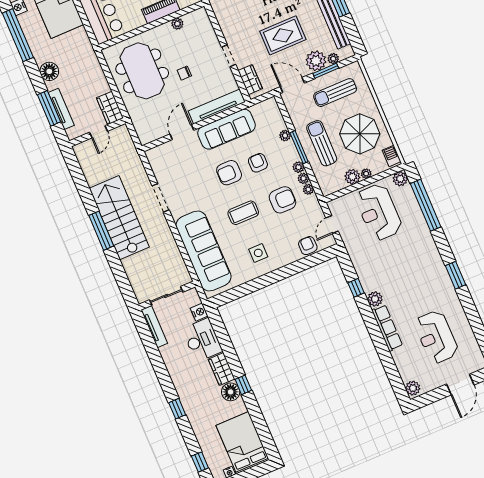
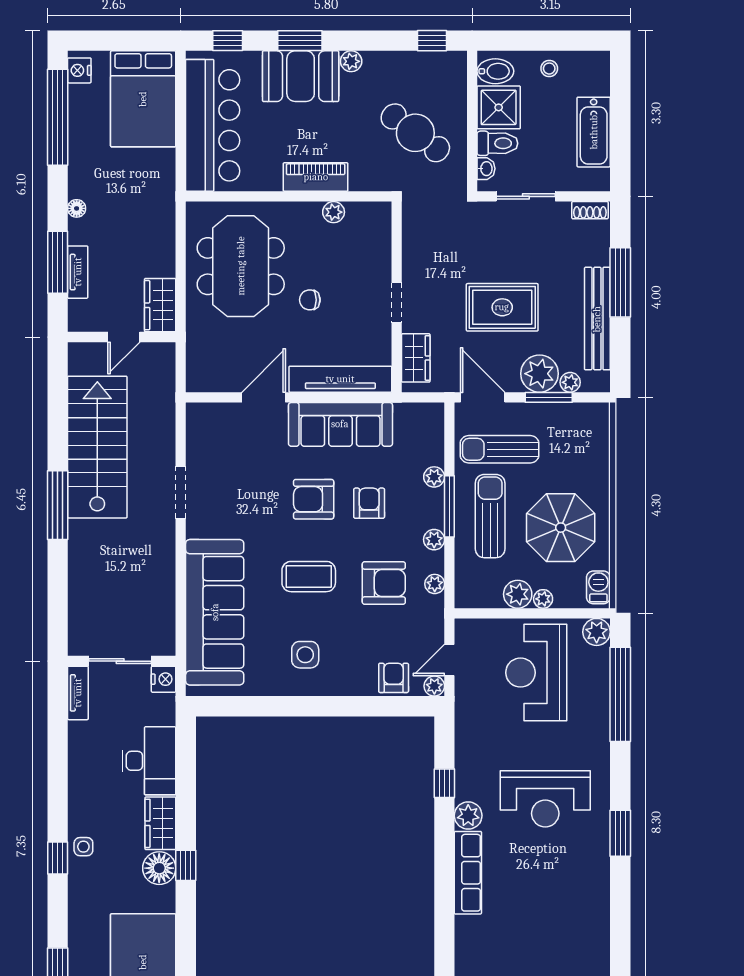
floor lamp: (49, 71) -> (77, 208), width x0.53, depth x0.53
sun lounger: (335, 93) -> (499, 449), moved
tv unit: (61, 109) -> (78, 272), width x0.71
plant: (303, 178) -> (434, 686), moved
stairs: (119, 218) -> (97, 447), moved
nightstand: (199, 312) -> (164, 679), moved
tv unit: (154, 327) -> (78, 693), width x0.71
reception desk: (436, 337) -> (545, 799), moved, turned -90
side table: (188, 397) -> (83, 847), added

